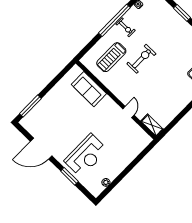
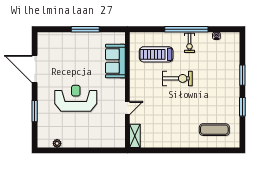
window: (30, 106) -> (85, 29), moved
reception desk: (86, 155) -> (76, 98), moved, turned 180

